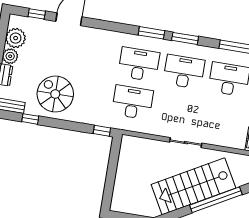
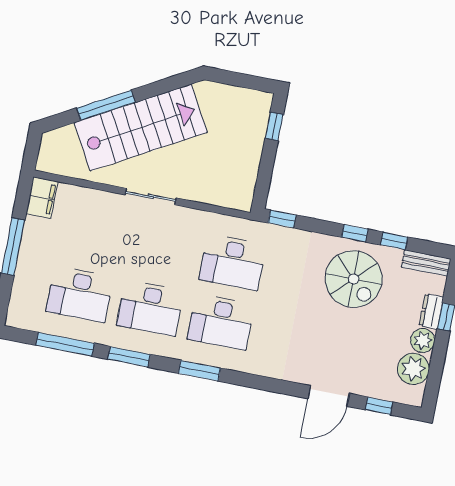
window: (185, 38) -> (129, 357), moved
window: (55, 123) -> (355, 233), added
window: (109, 189) -> (274, 126), added
window: (216, 200) -> (106, 105), width x0.68

